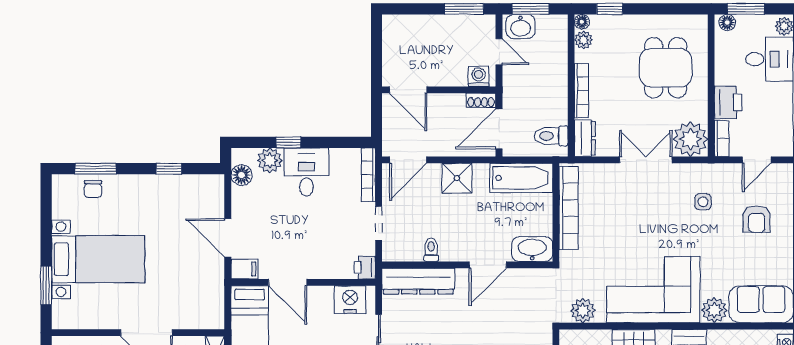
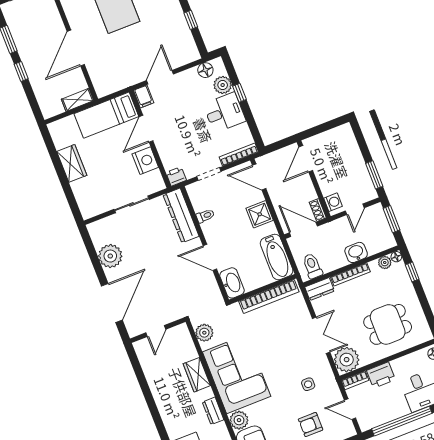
washbasin: (521, 26) -> (356, 252), moved, turned 90
nightstand: (350, 300) -> (145, 161), moved

